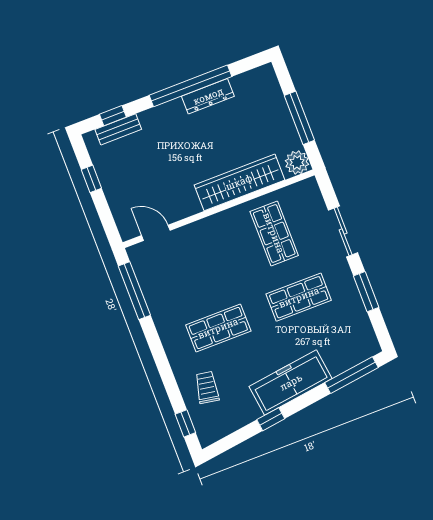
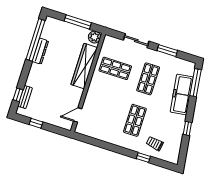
window: (190, 86) -> (35, 40), moved
window: (134, 291) -> (94, 142), removed
freezer: (291, 382) -> (182, 94), moved
window: (185, 423) -> (143, 157), moved

